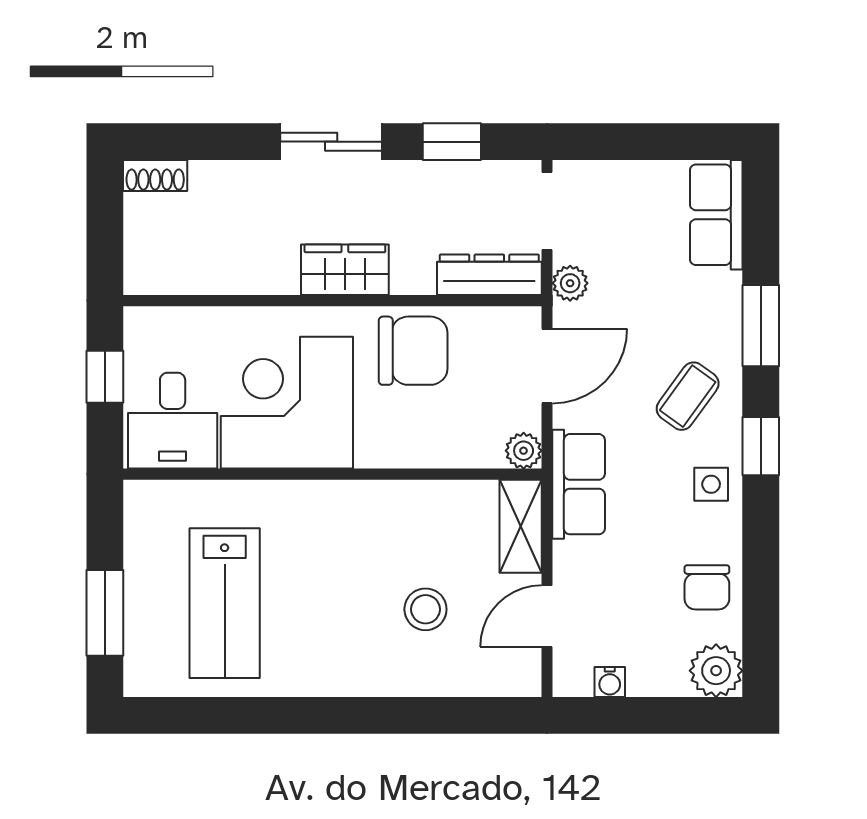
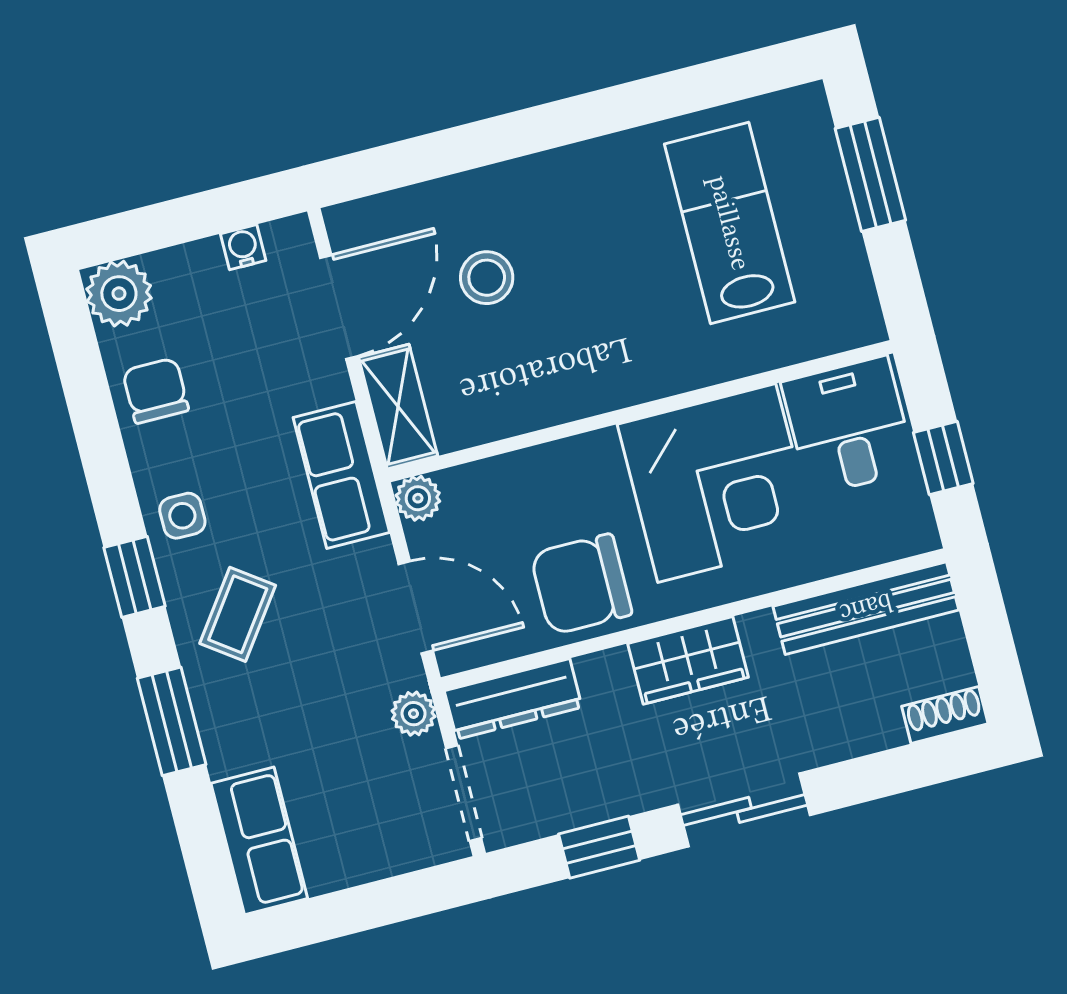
bench: (195, 275) -> (866, 608), added
door: (547, 366) -> (416, 607), swing flipped
door: (547, 616) -> (339, 307), width x1.37

